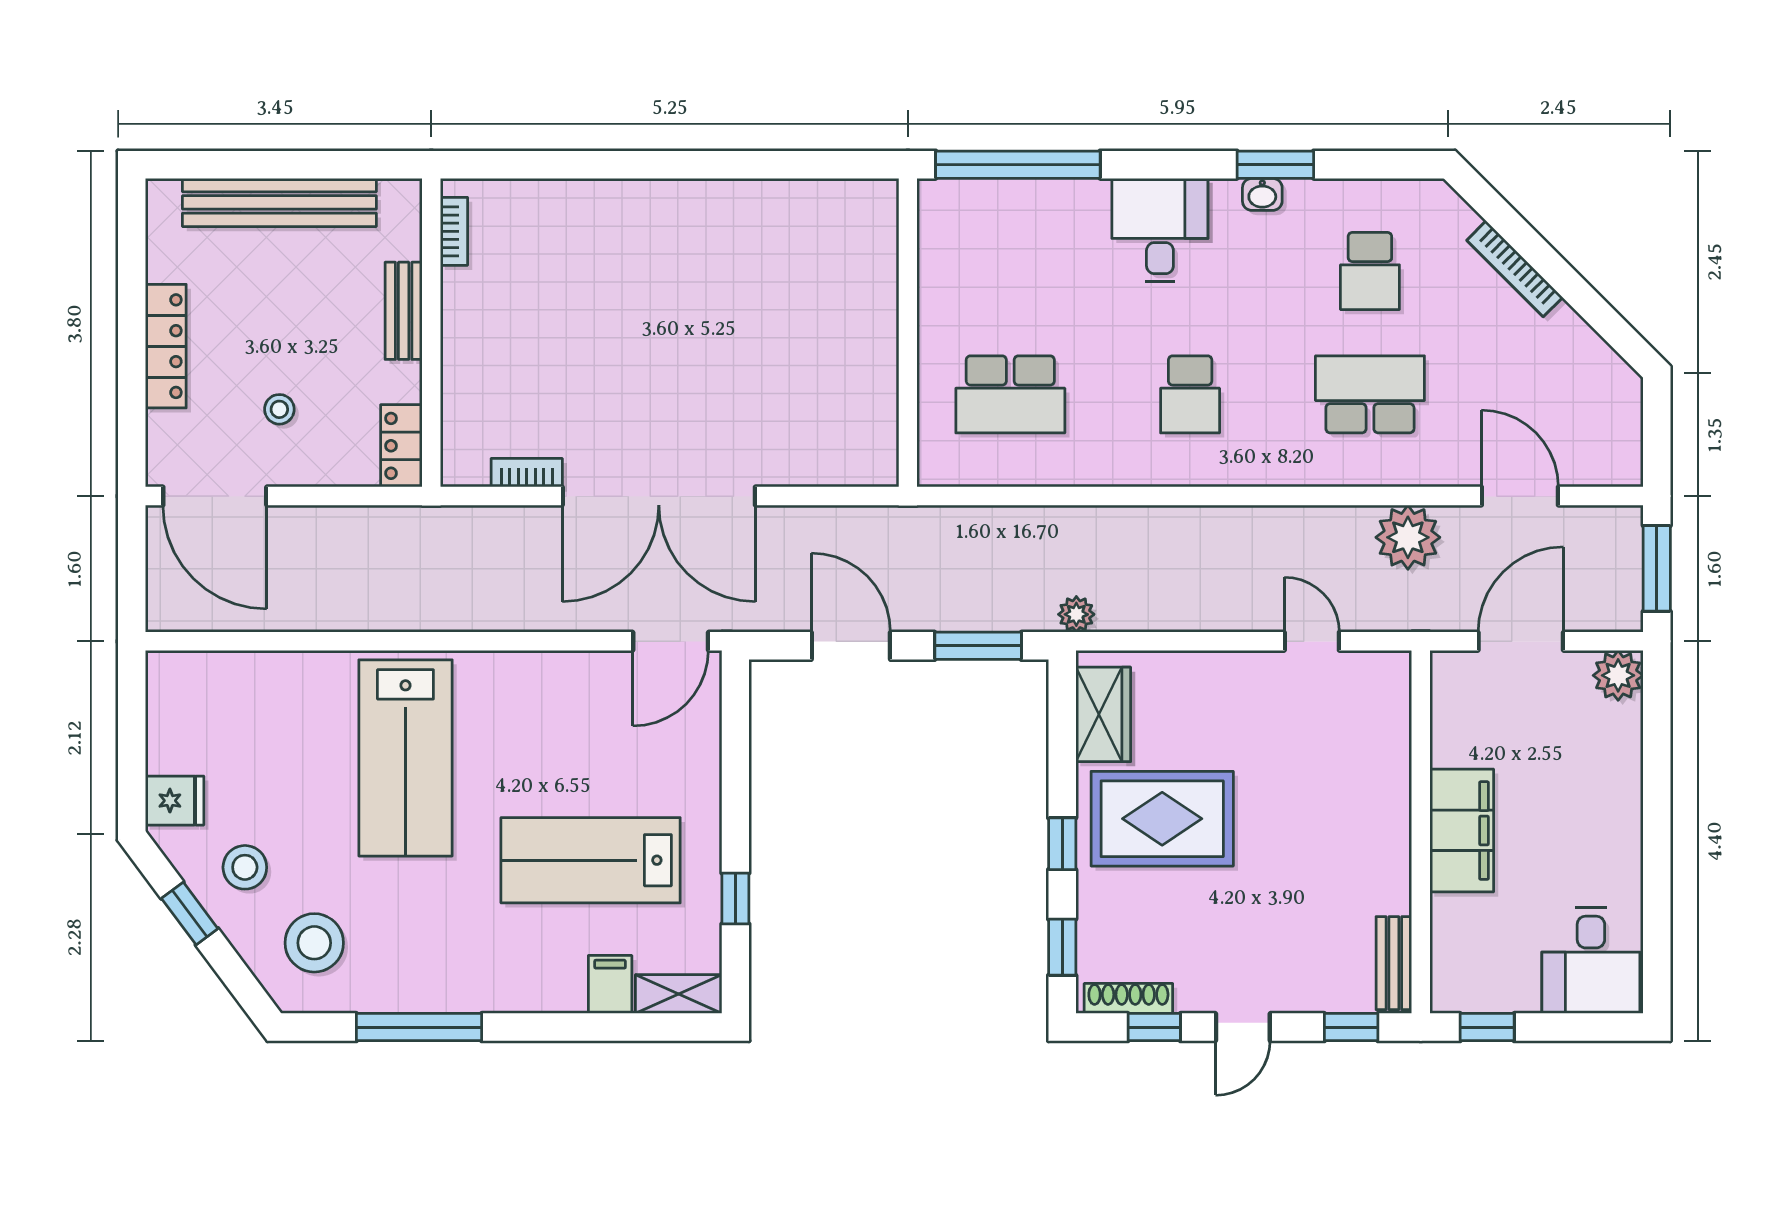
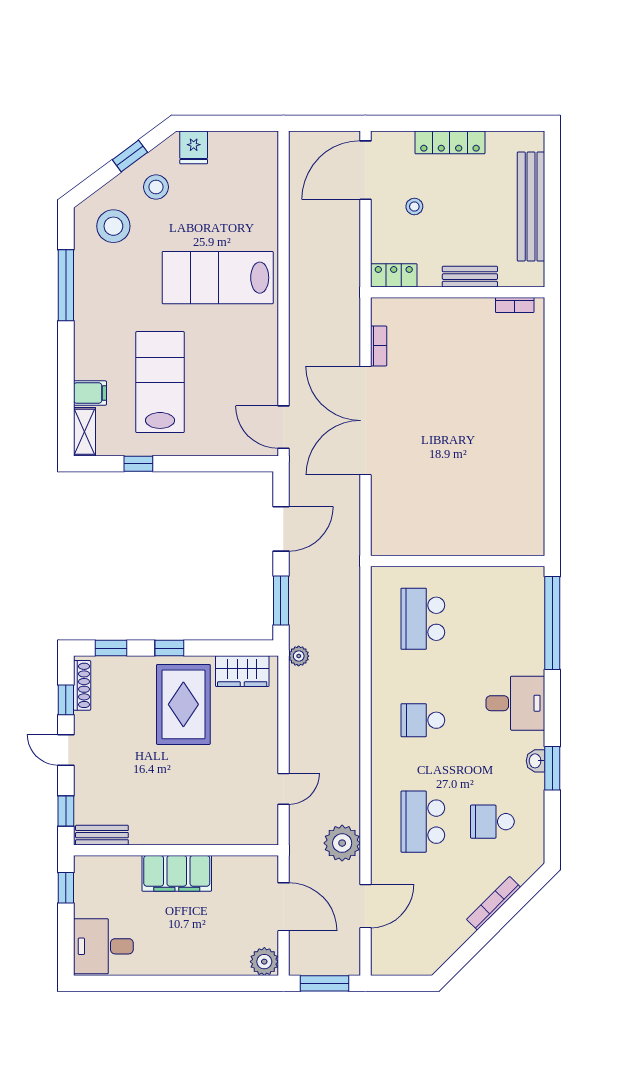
school desk: (1370, 394) -> (423, 822), turned 180

